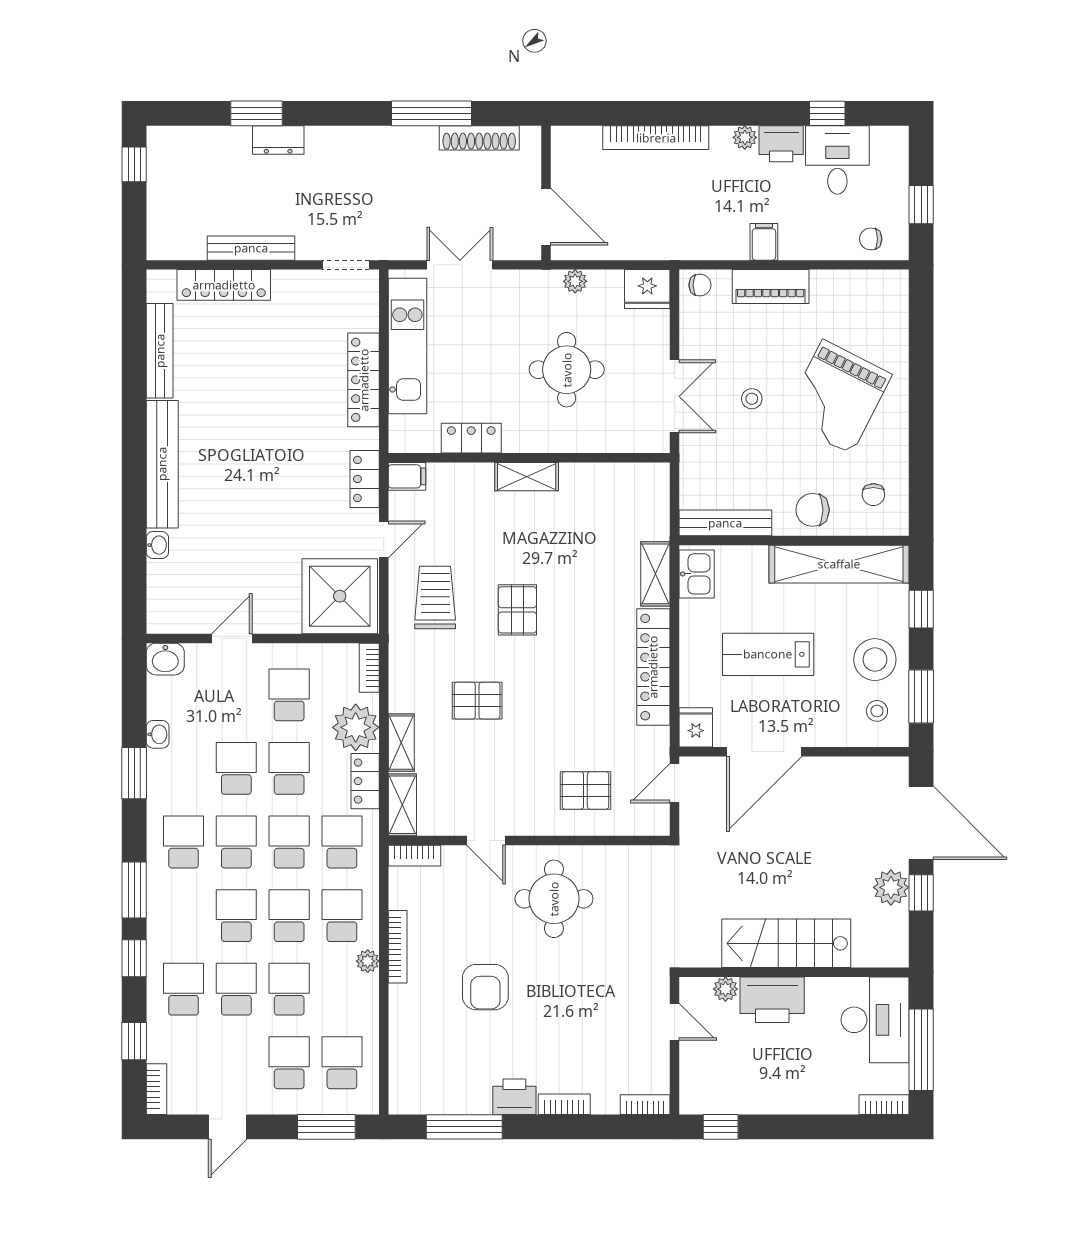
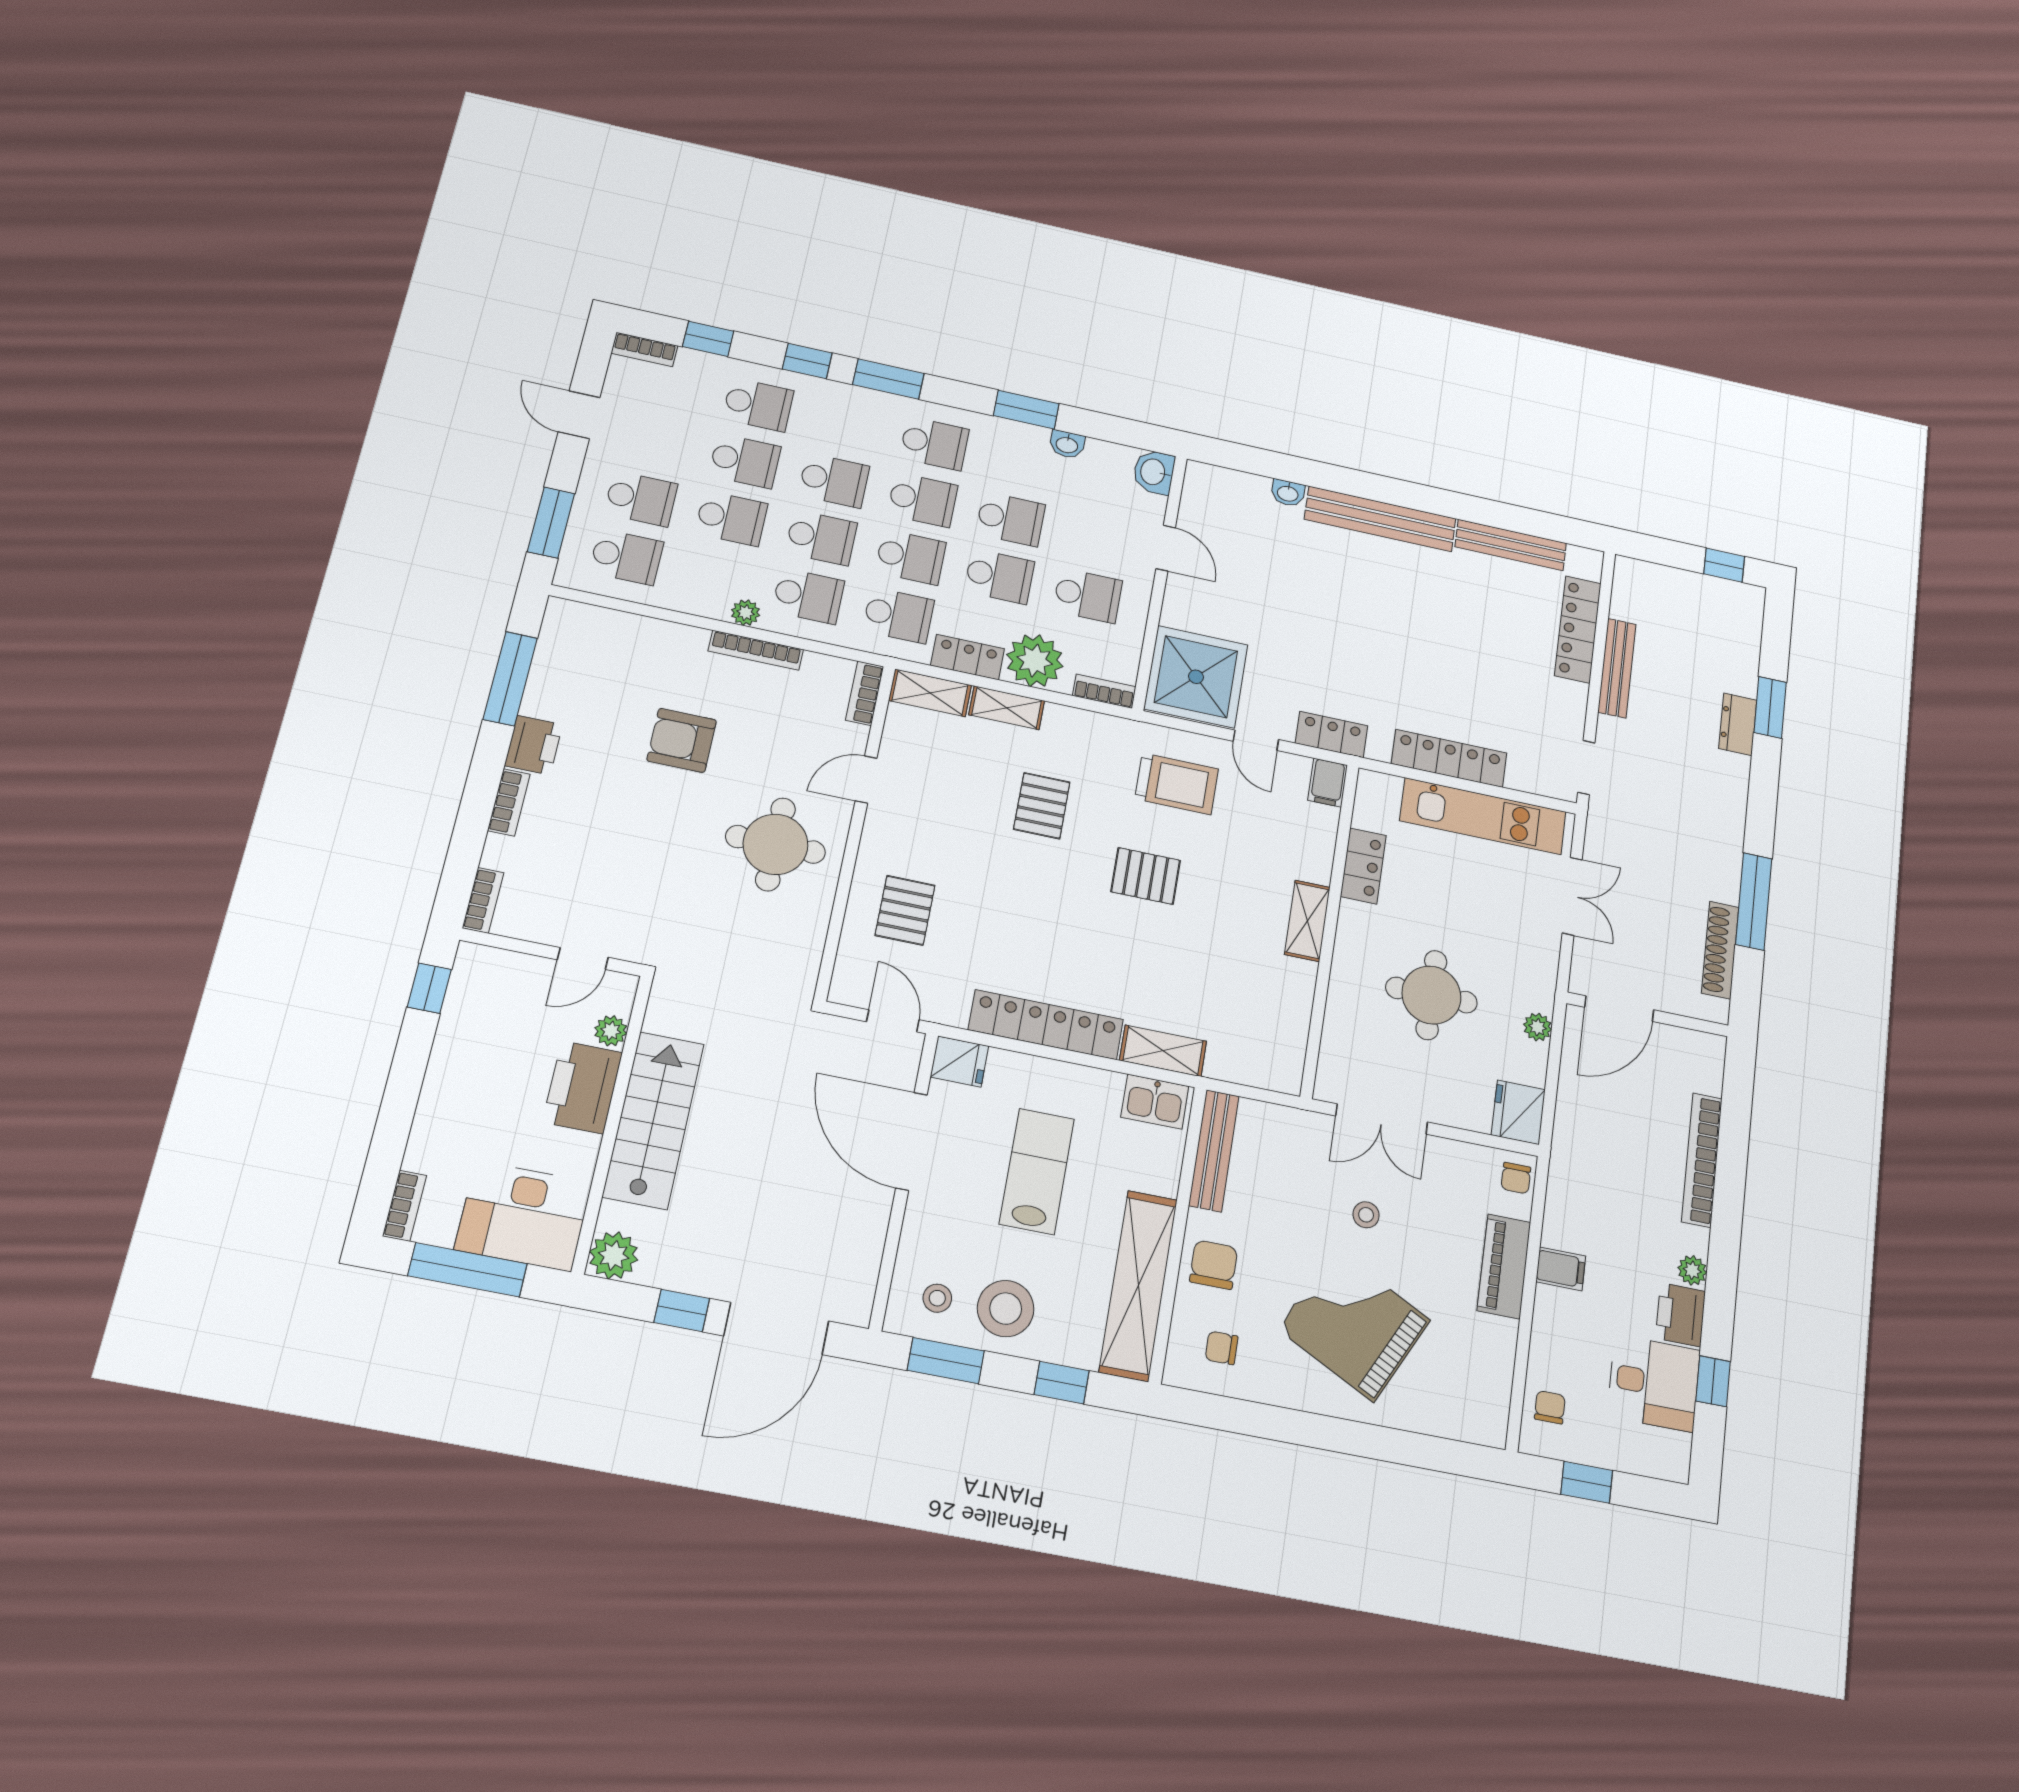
plant: (891, 887) -> (614, 1255), moved

